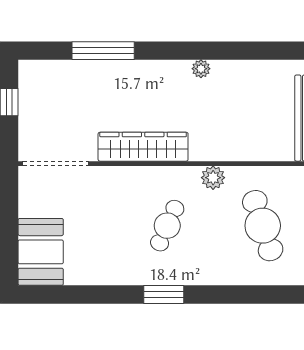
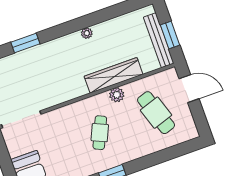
window: (103, 51) -> (25, 43), width x0.69
wardrobe: (143, 147) -> (114, 75), moved

